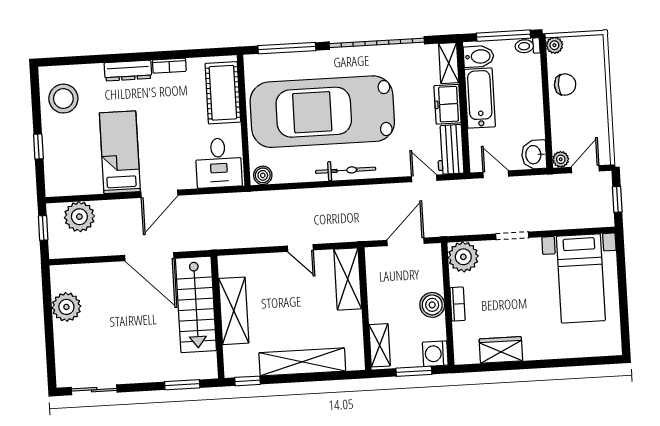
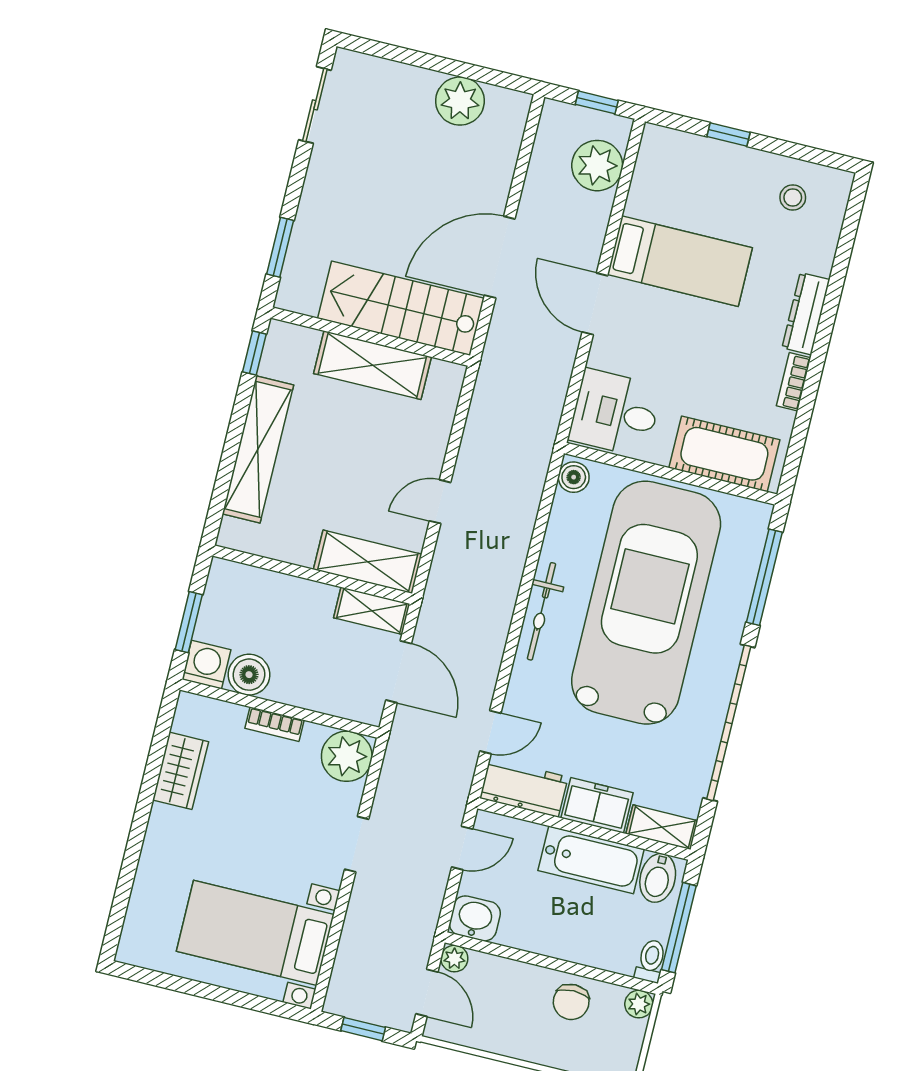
stool: (63, 99) -> (793, 197), width x0.53, depth x0.53
boiler: (432, 305) -> (249, 675), moved
shelving: (380, 345) -> (372, 611), moved

